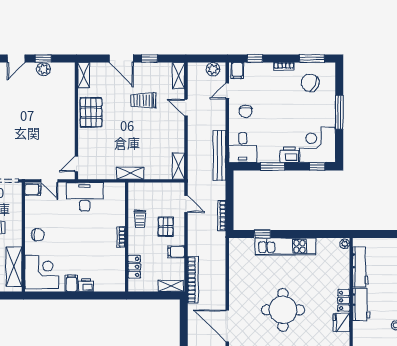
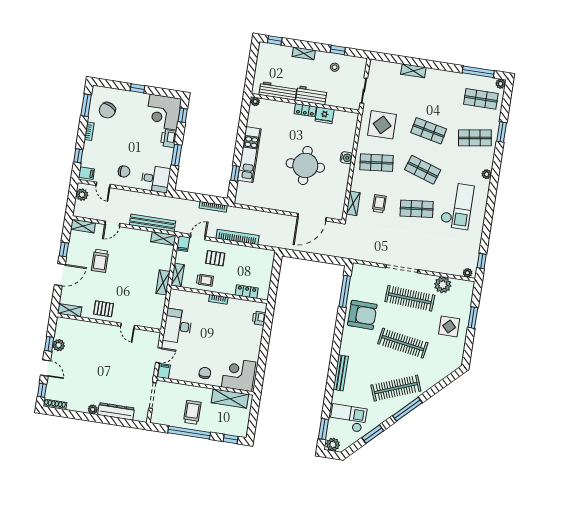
pallet: (91, 112) -> (104, 309), width x0.67, depth x0.71
window: (339, 112) -> (137, 88), width x0.46
bench: (219, 156) -> (152, 223), moved
door: (76, 164) -> (128, 326), moved
filing cabinet: (176, 252) -> (183, 244), moved
bookcase: (193, 280) -> (238, 237), moved
filing cabinet: (72, 283) -> (253, 350), removed
printer: (86, 285) -> (259, 318), moved
shelving: (171, 286) -> (178, 275), moved

